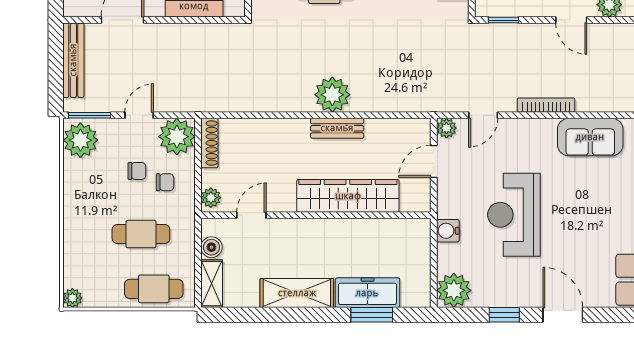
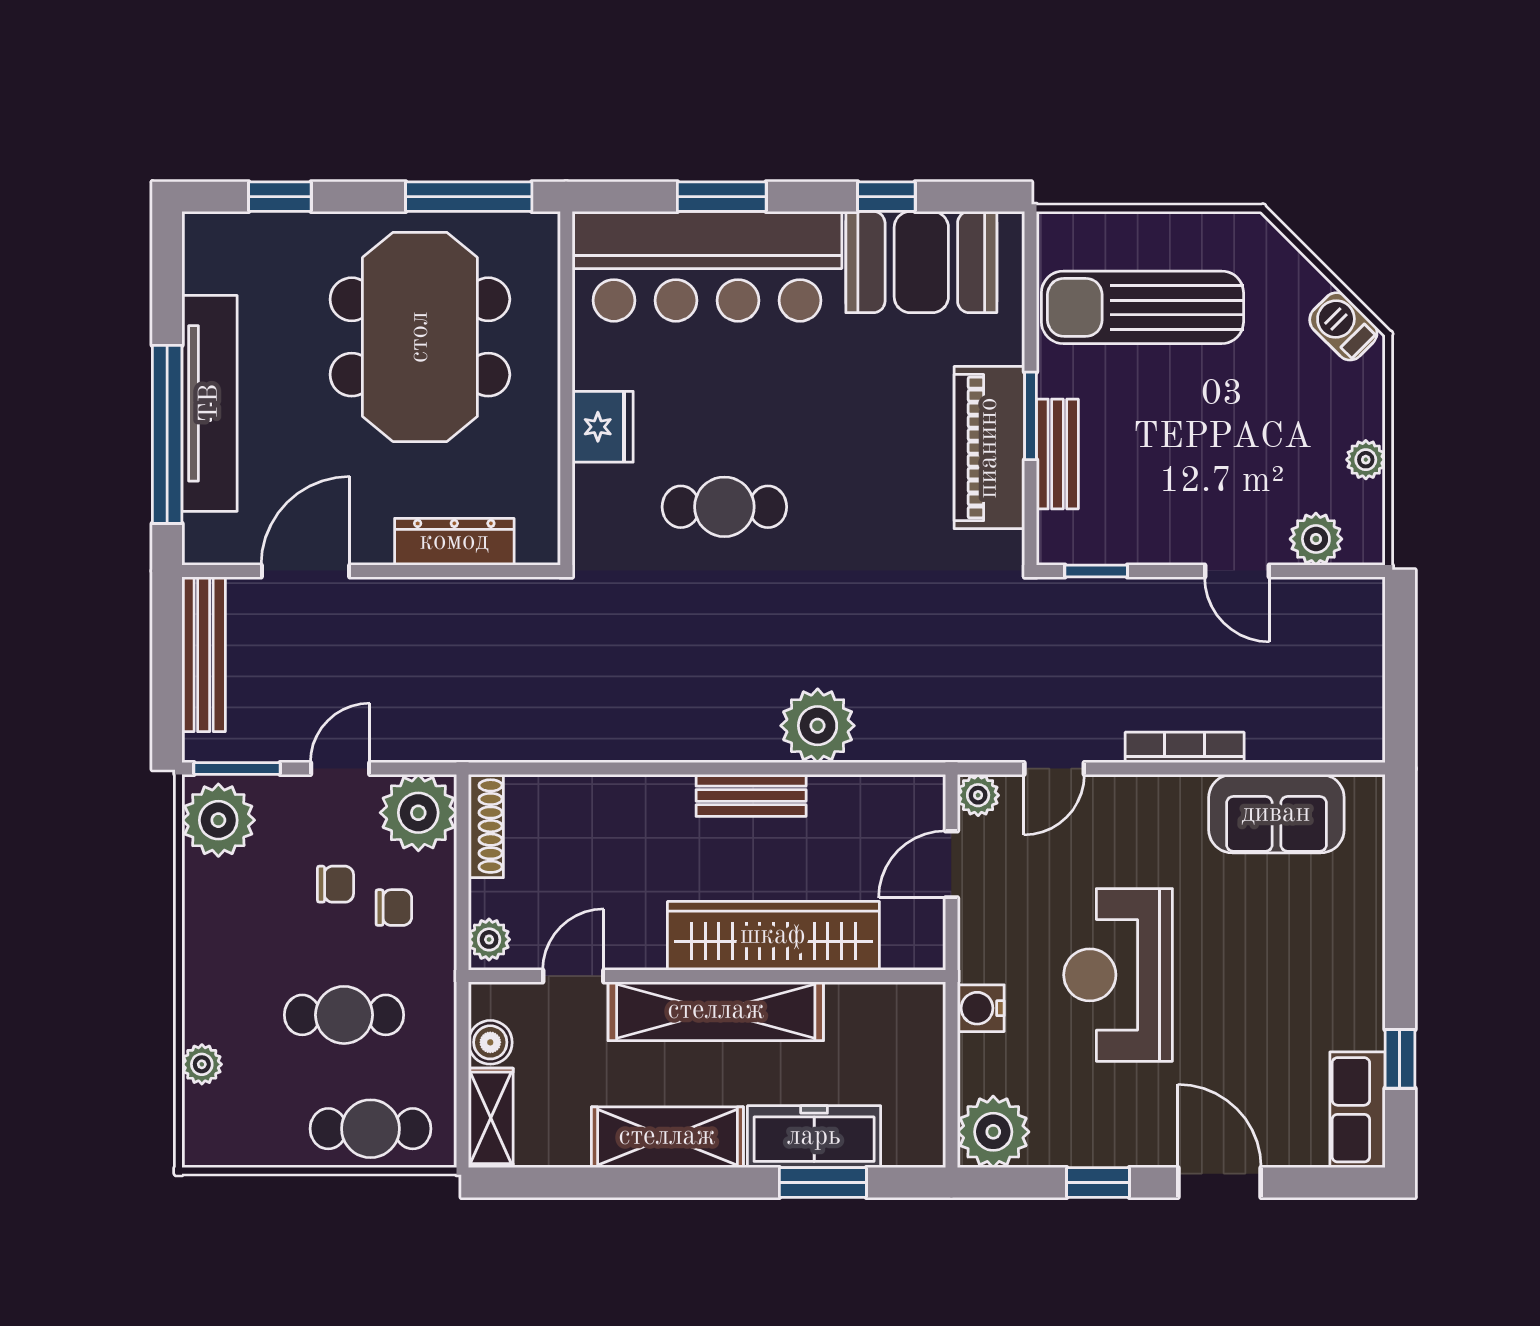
plant: (332, 95) -> (818, 726), moved
shelving: (320, 232) -> (716, 1011), added
plant: (72, 298) -> (202, 1064), moved

